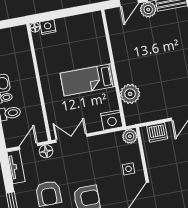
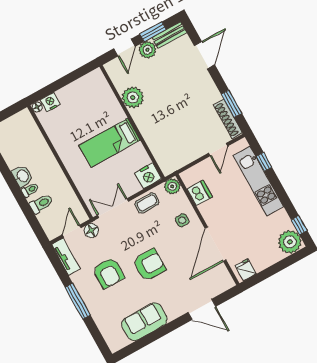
plant: (130, 94) -> (133, 97), moved
dishwasher: (157, 132) -> (200, 193), moved, turned -90
coffee table: (103, 143) -> (147, 203), added

